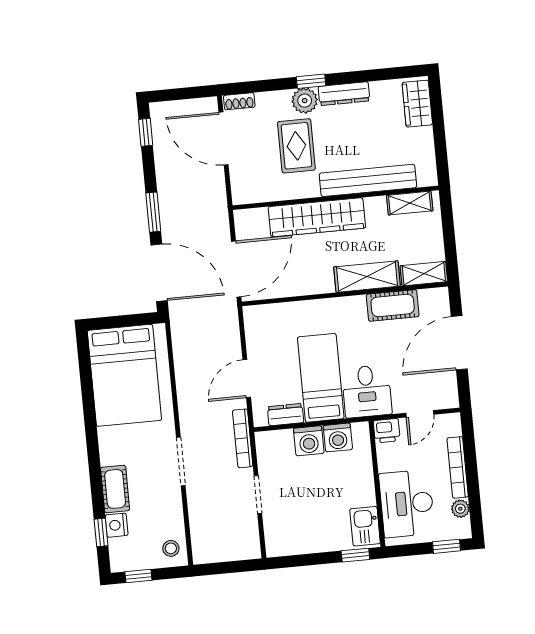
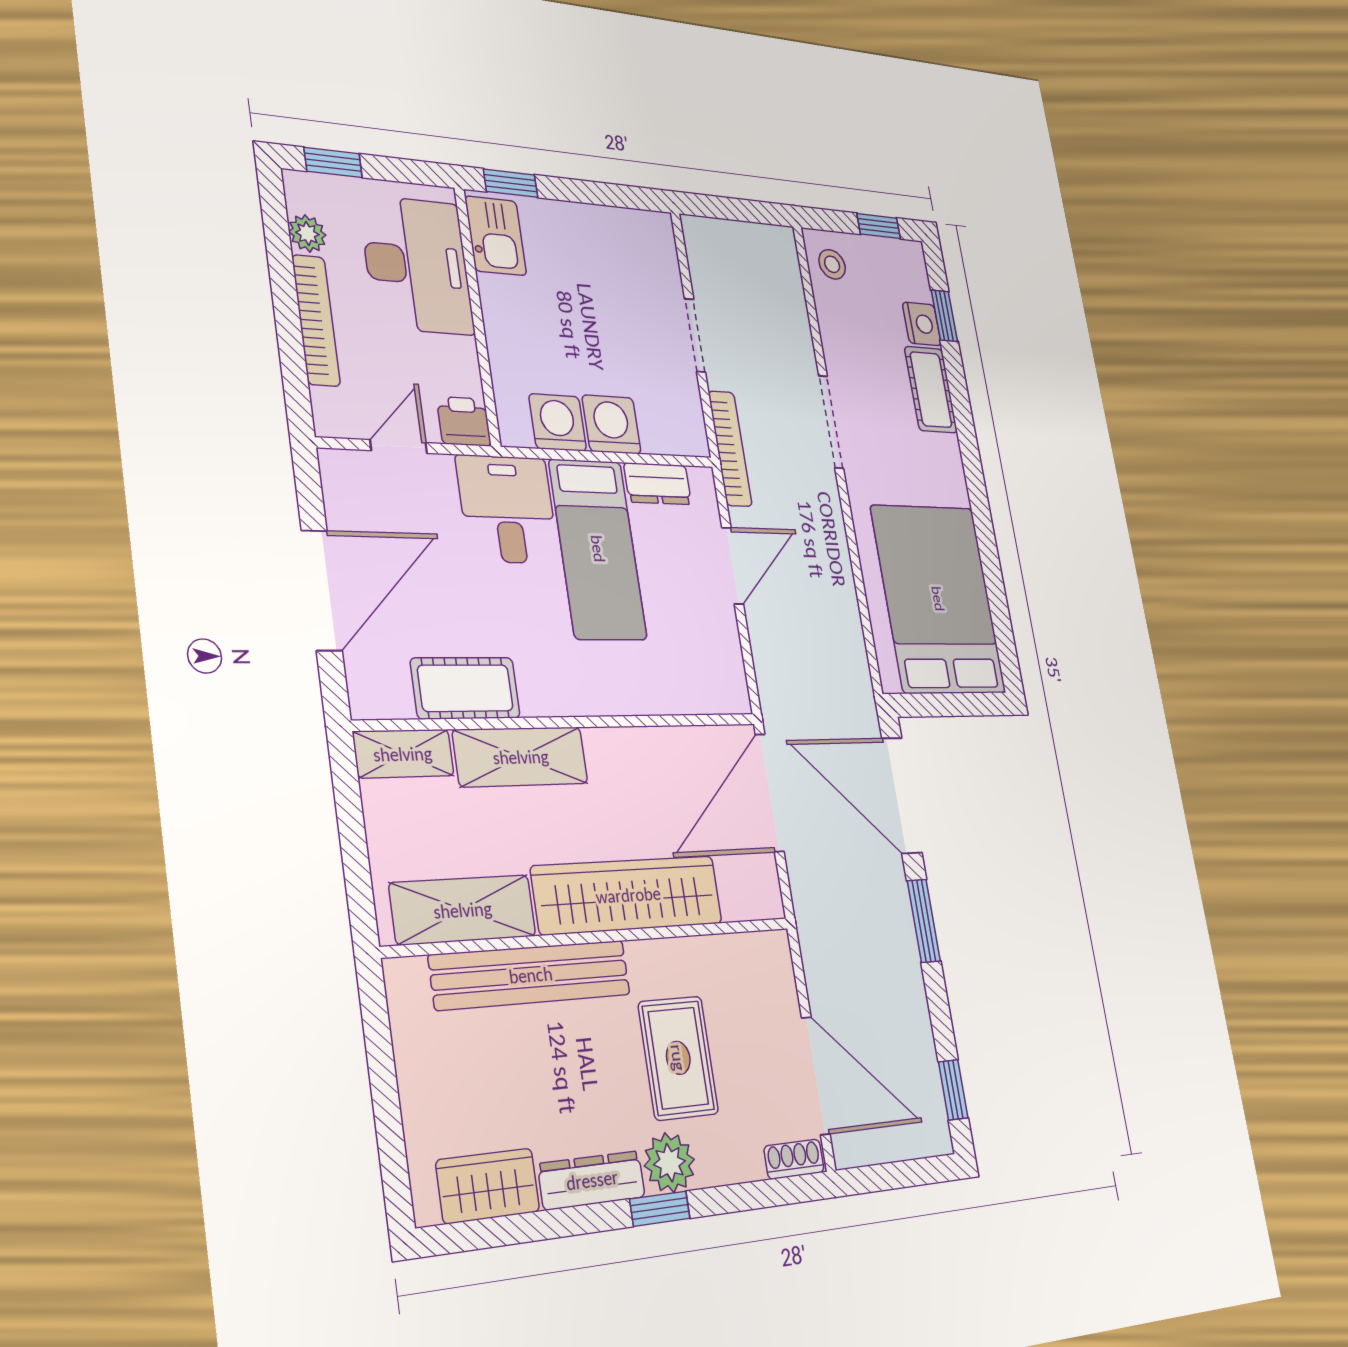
wardrobe: (417, 104) -> (488, 1186), moved, turned -90
shelving: (410, 203) -> (463, 910), width x1.50, depth x1.33

